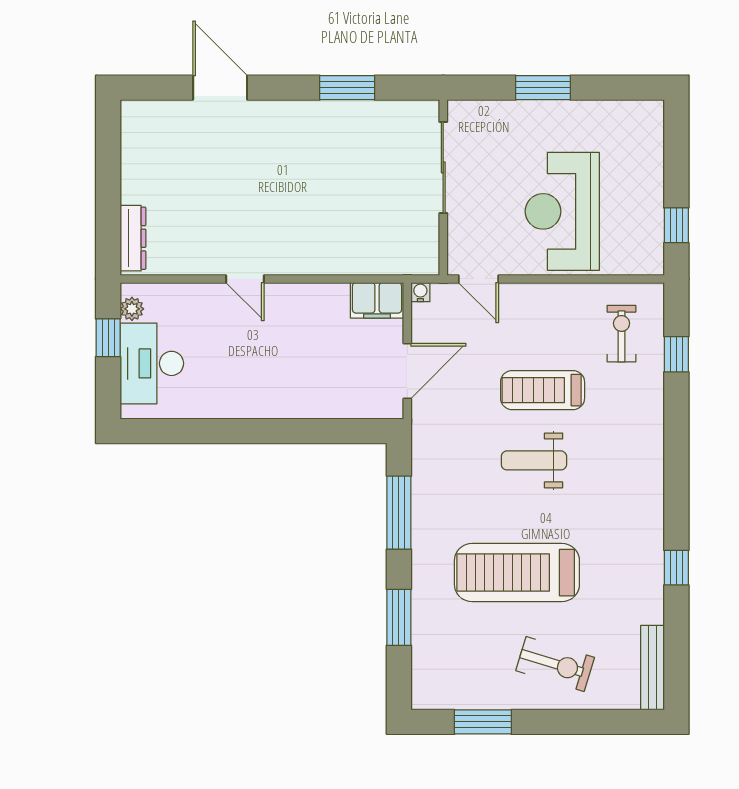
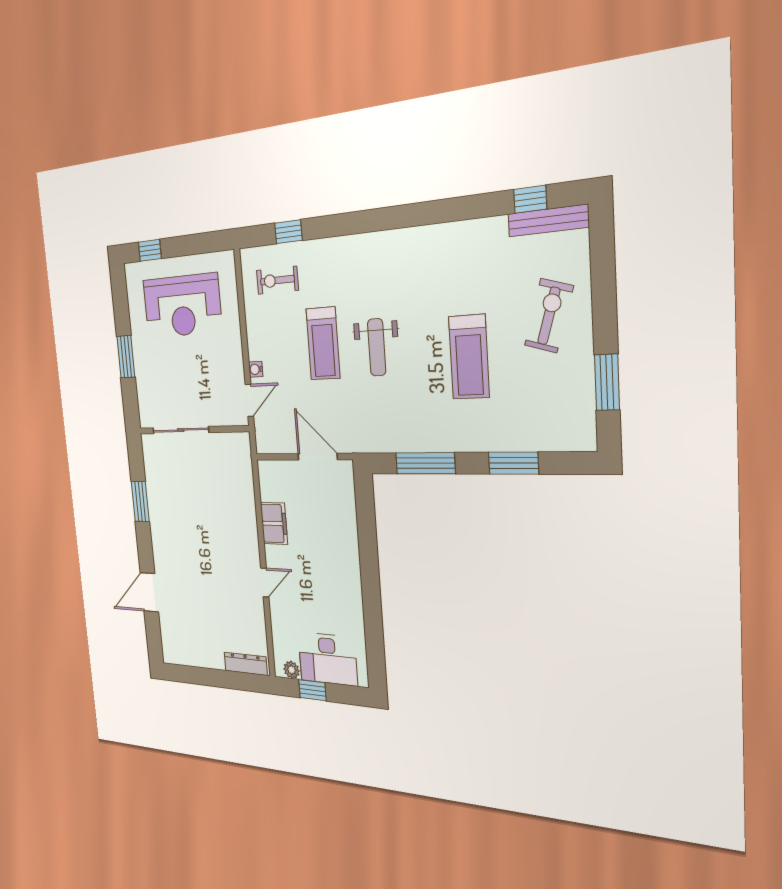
reception desk: (562, 211) -> (182, 306), moved
window: (676, 225) -> (150, 250), moved
water cooler: (420, 292) -> (256, 369), moved
filing cabinet: (377, 300) -> (274, 523), moved
window: (676, 568) -> (530, 199), moved
treadmill: (517, 573) -> (469, 357), width x0.73, depth x0.73

